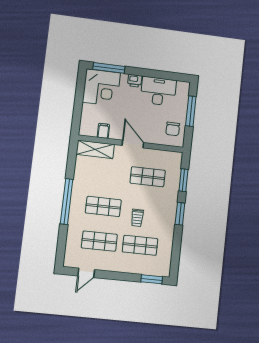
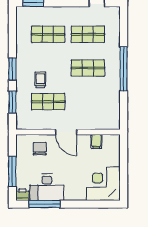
window: (109, 68) -> (45, 204), moved
printer: (135, 81) -> (22, 195), moved
chair: (173, 129) -> (40, 149), moved
shelving: (95, 149) -> (102, 122), removed
trolley: (137, 218) -> (40, 80), moved

